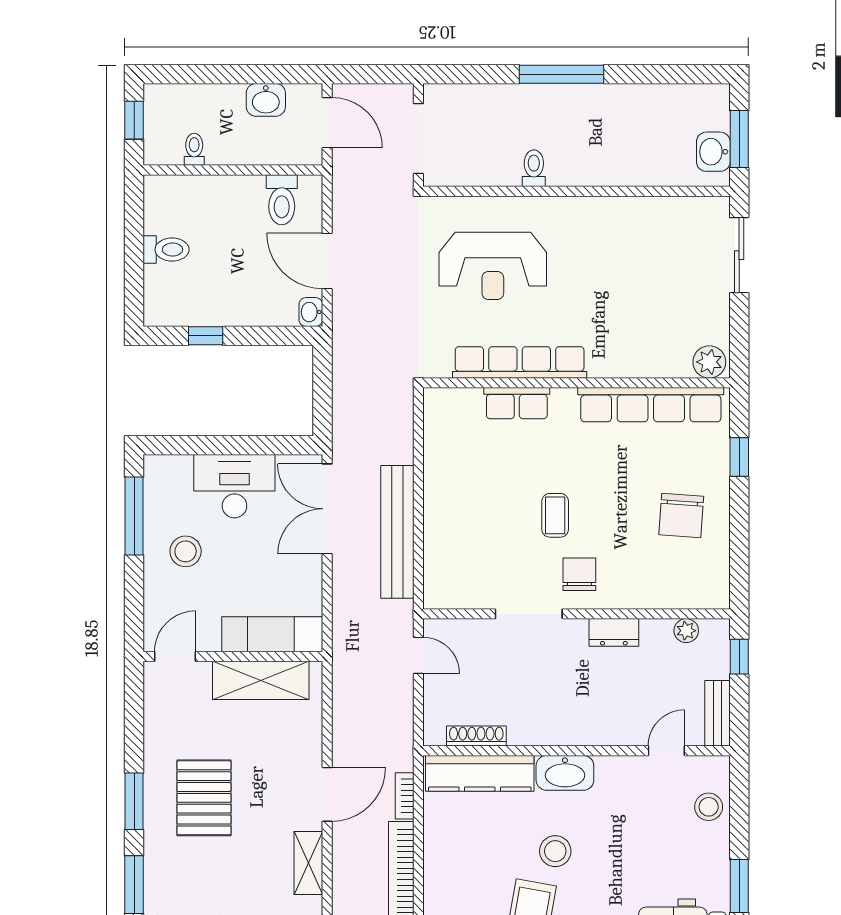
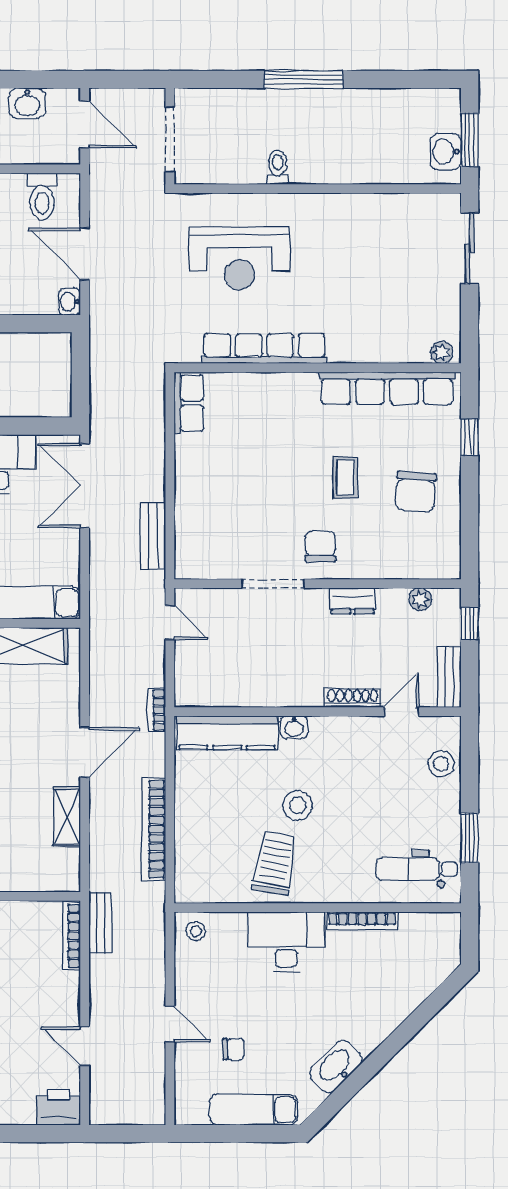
plant: (709, 362) -> (442, 352), width x0.73, depth x0.73
row of seats: (517, 403) -> (189, 403), moved, turned -90
coffee table: (555, 515) -> (345, 478), moved
bench: (397, 532) -> (153, 536), width x0.54, depth x0.82
shoe rack: (476, 736) -> (353, 698), moved
washbasin: (565, 773) -> (294, 727), width x0.52, depth x0.69
bookcase: (405, 796) -> (157, 710), moved

